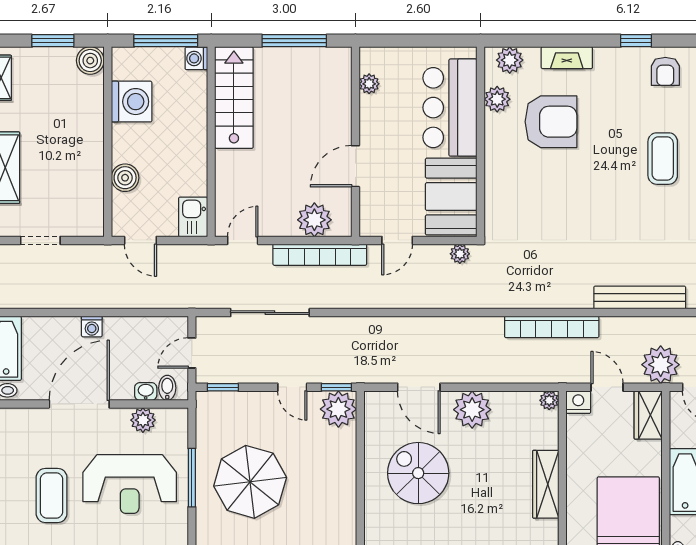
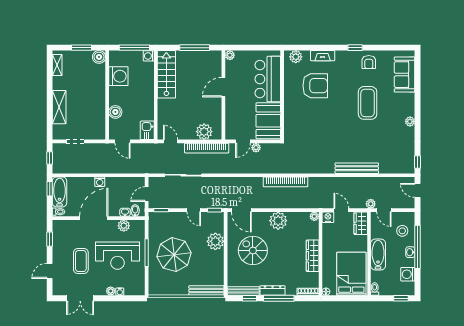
plant: (369, 84) -> (230, 55), moved
plant: (497, 99) -> (290, 75), removed
coffee table: (663, 159) -> (368, 103), width x1.36, depth x1.32
door: (355, 166) -> (223, 87), moved
door: (243, 240) -> (171, 141), hinge flipped
plant: (460, 254) -> (256, 148), moved
bookcase: (552, 327) -> (286, 182), moved
plant: (661, 365) -> (371, 204), width x0.53, depth x0.53
door: (419, 387) -> (241, 210), moved
plant: (338, 409) -> (215, 241), moved

